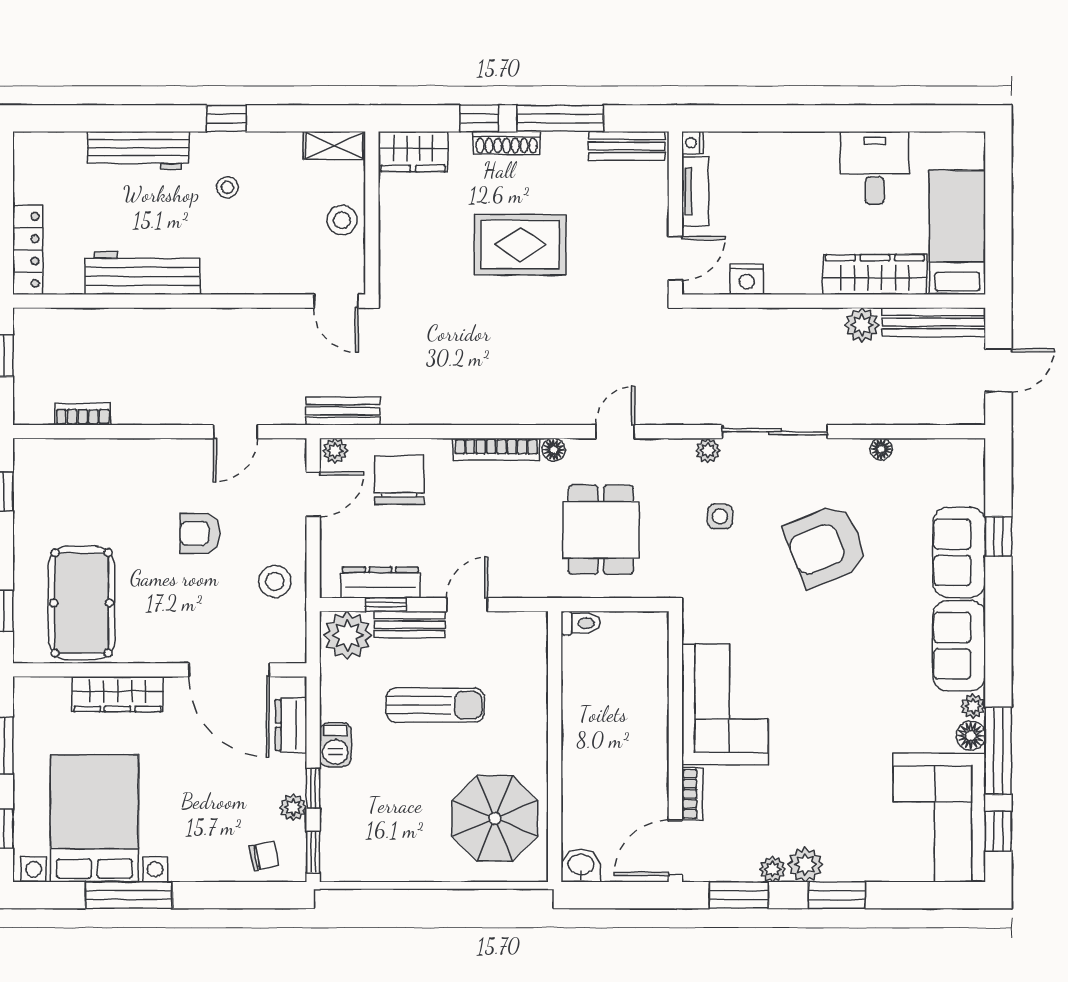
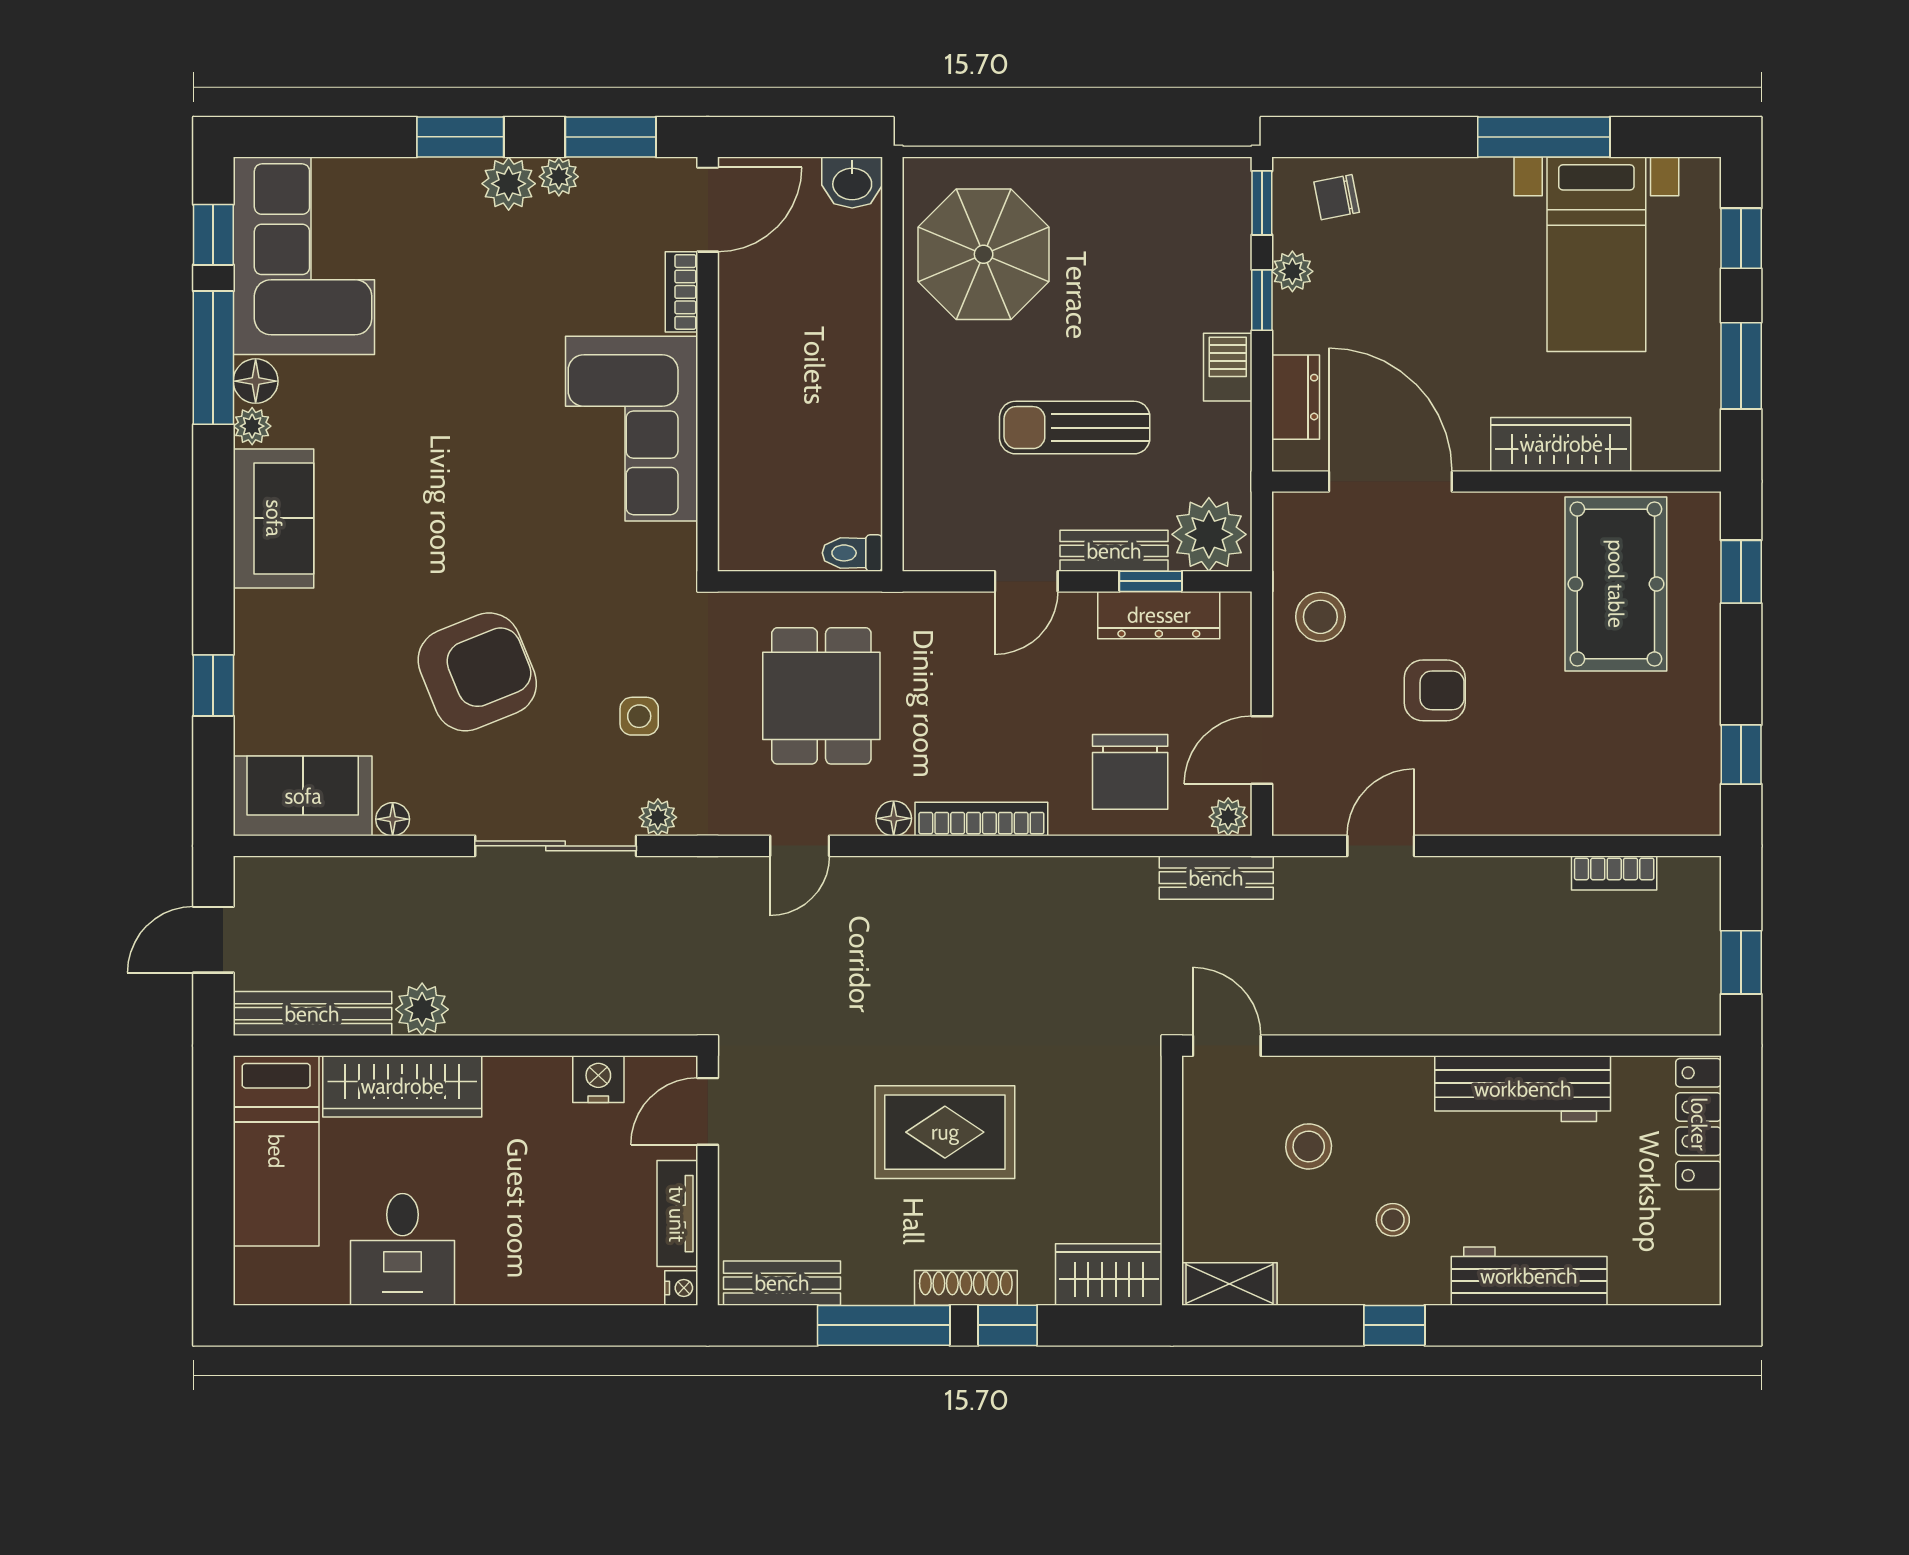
stool: (342, 220) -> (1309, 1146), moved
sofa: (959, 552) -> (303, 796), moved, turned -90
bed with nightstands: (94, 818) -> (1596, 254), width x0.73

